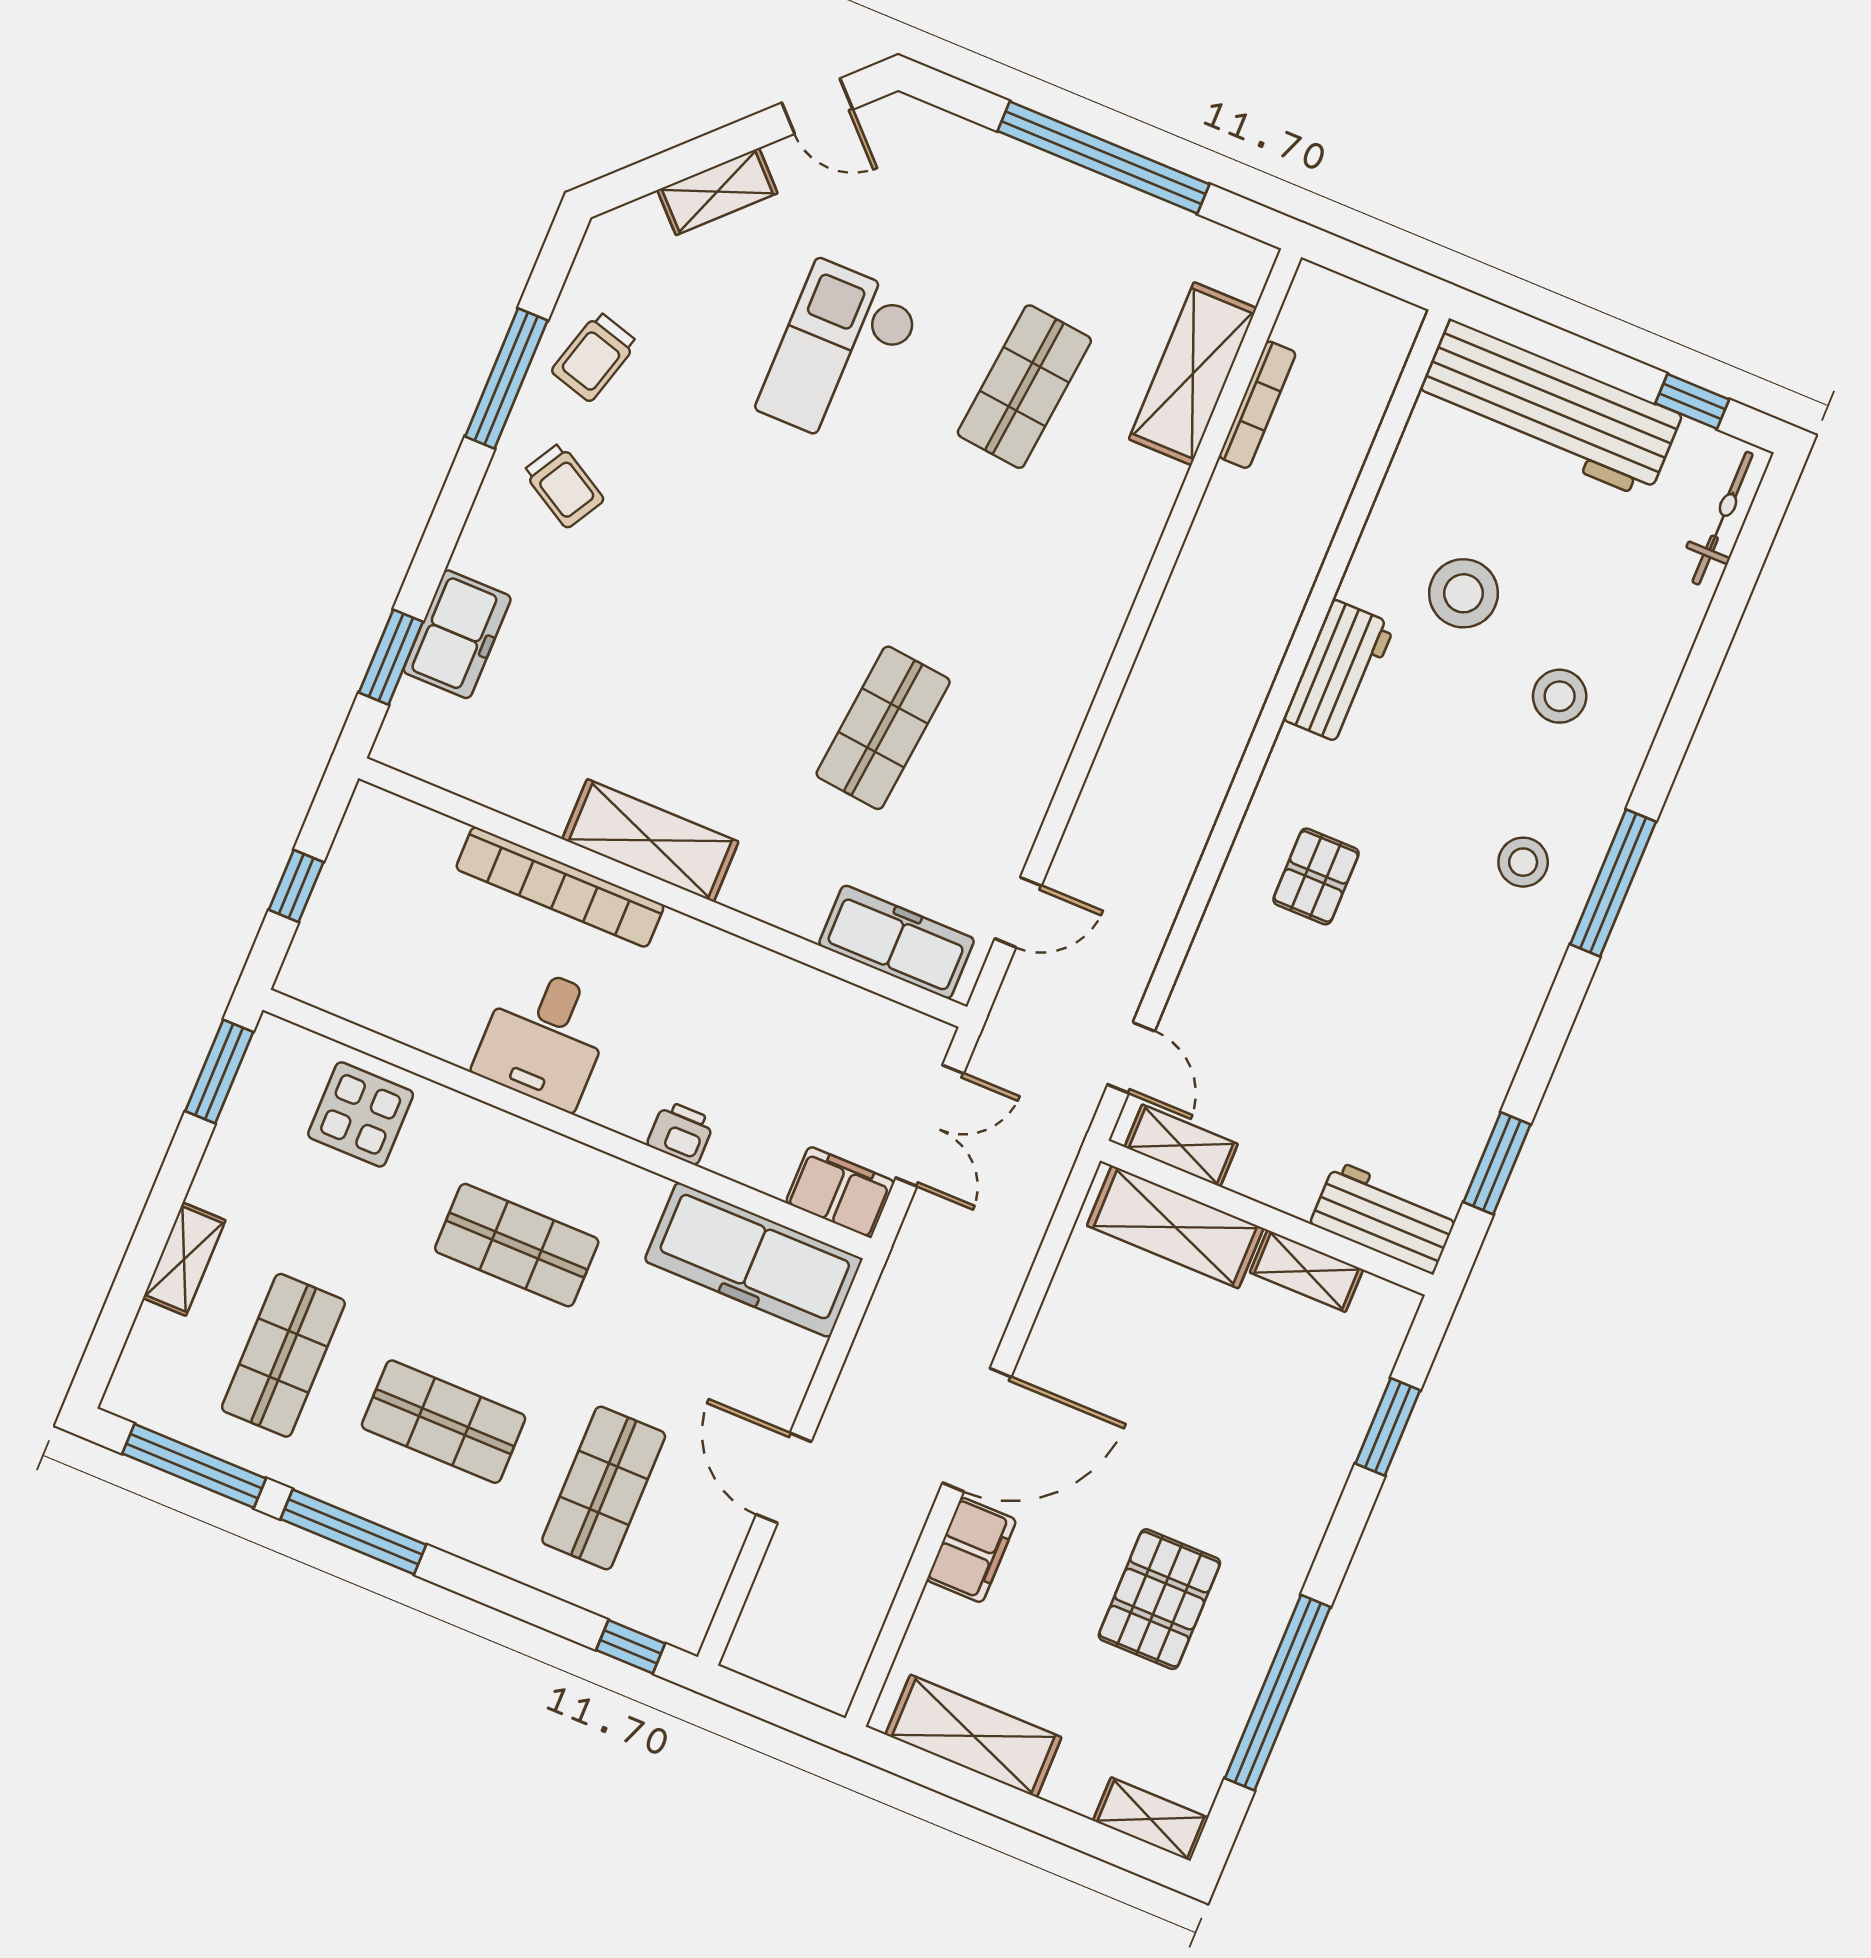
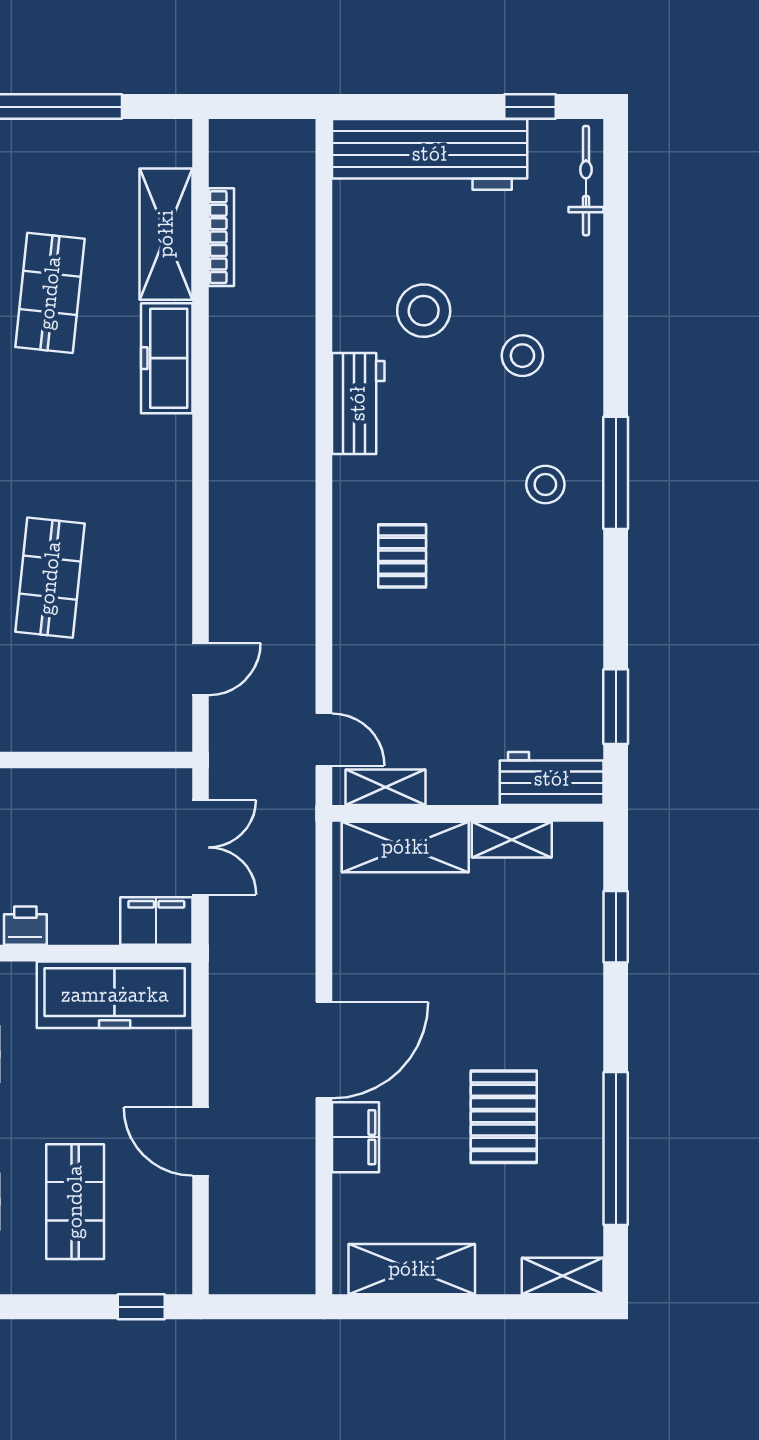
freezer: (897, 942) -> (167, 358), moved, turned -90

